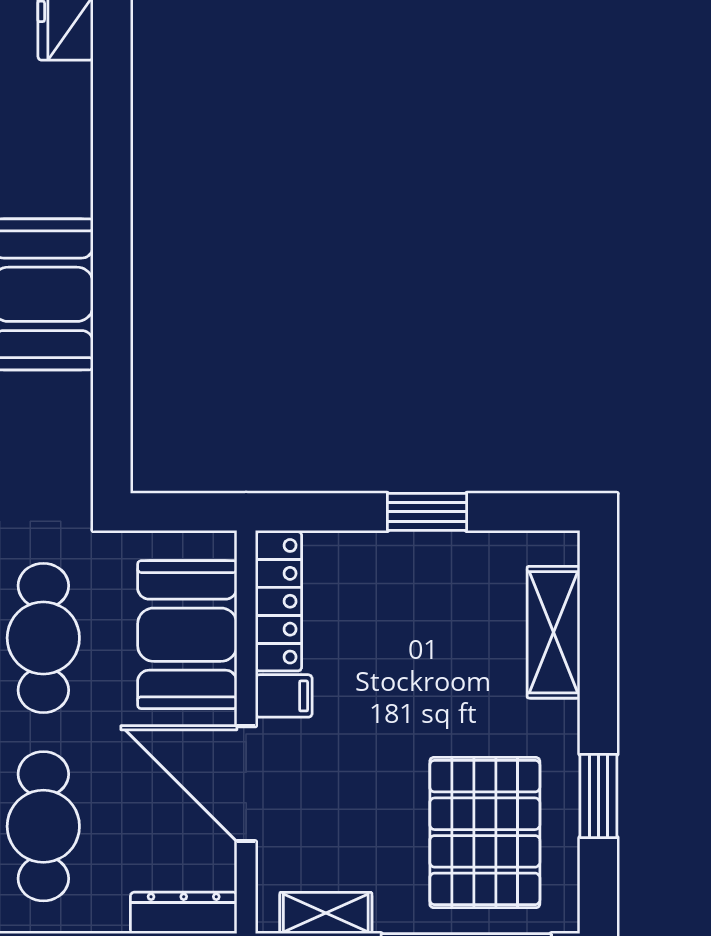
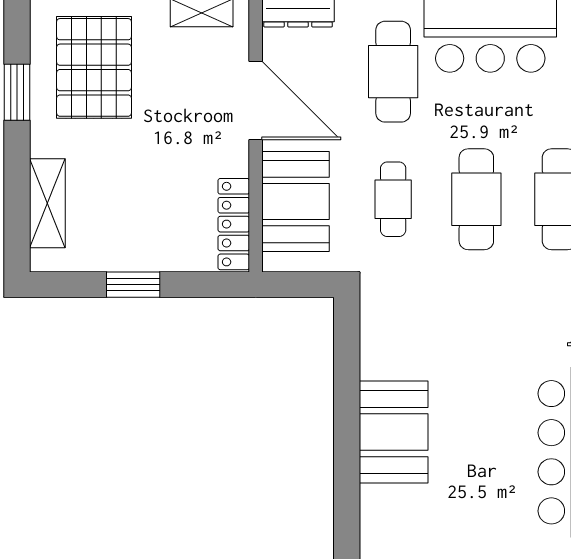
cafe table: (43, 638) -> (393, 199), width x0.73, depth x0.74
filing cabinet: (284, 696) -> (230, 160), removed

